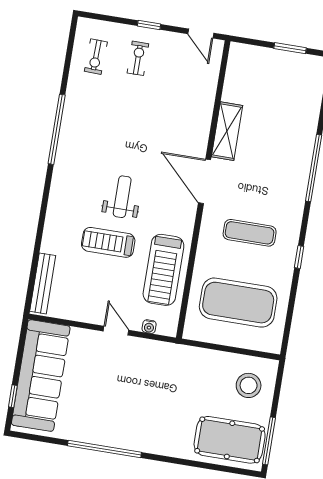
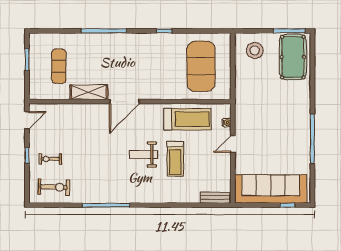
exercise bike: (96, 57) -> (54, 187), width x1.38, depth x1.39
exercise mat: (250, 233) -> (59, 66), moved
bench: (43, 283) -> (215, 198), width x0.73

